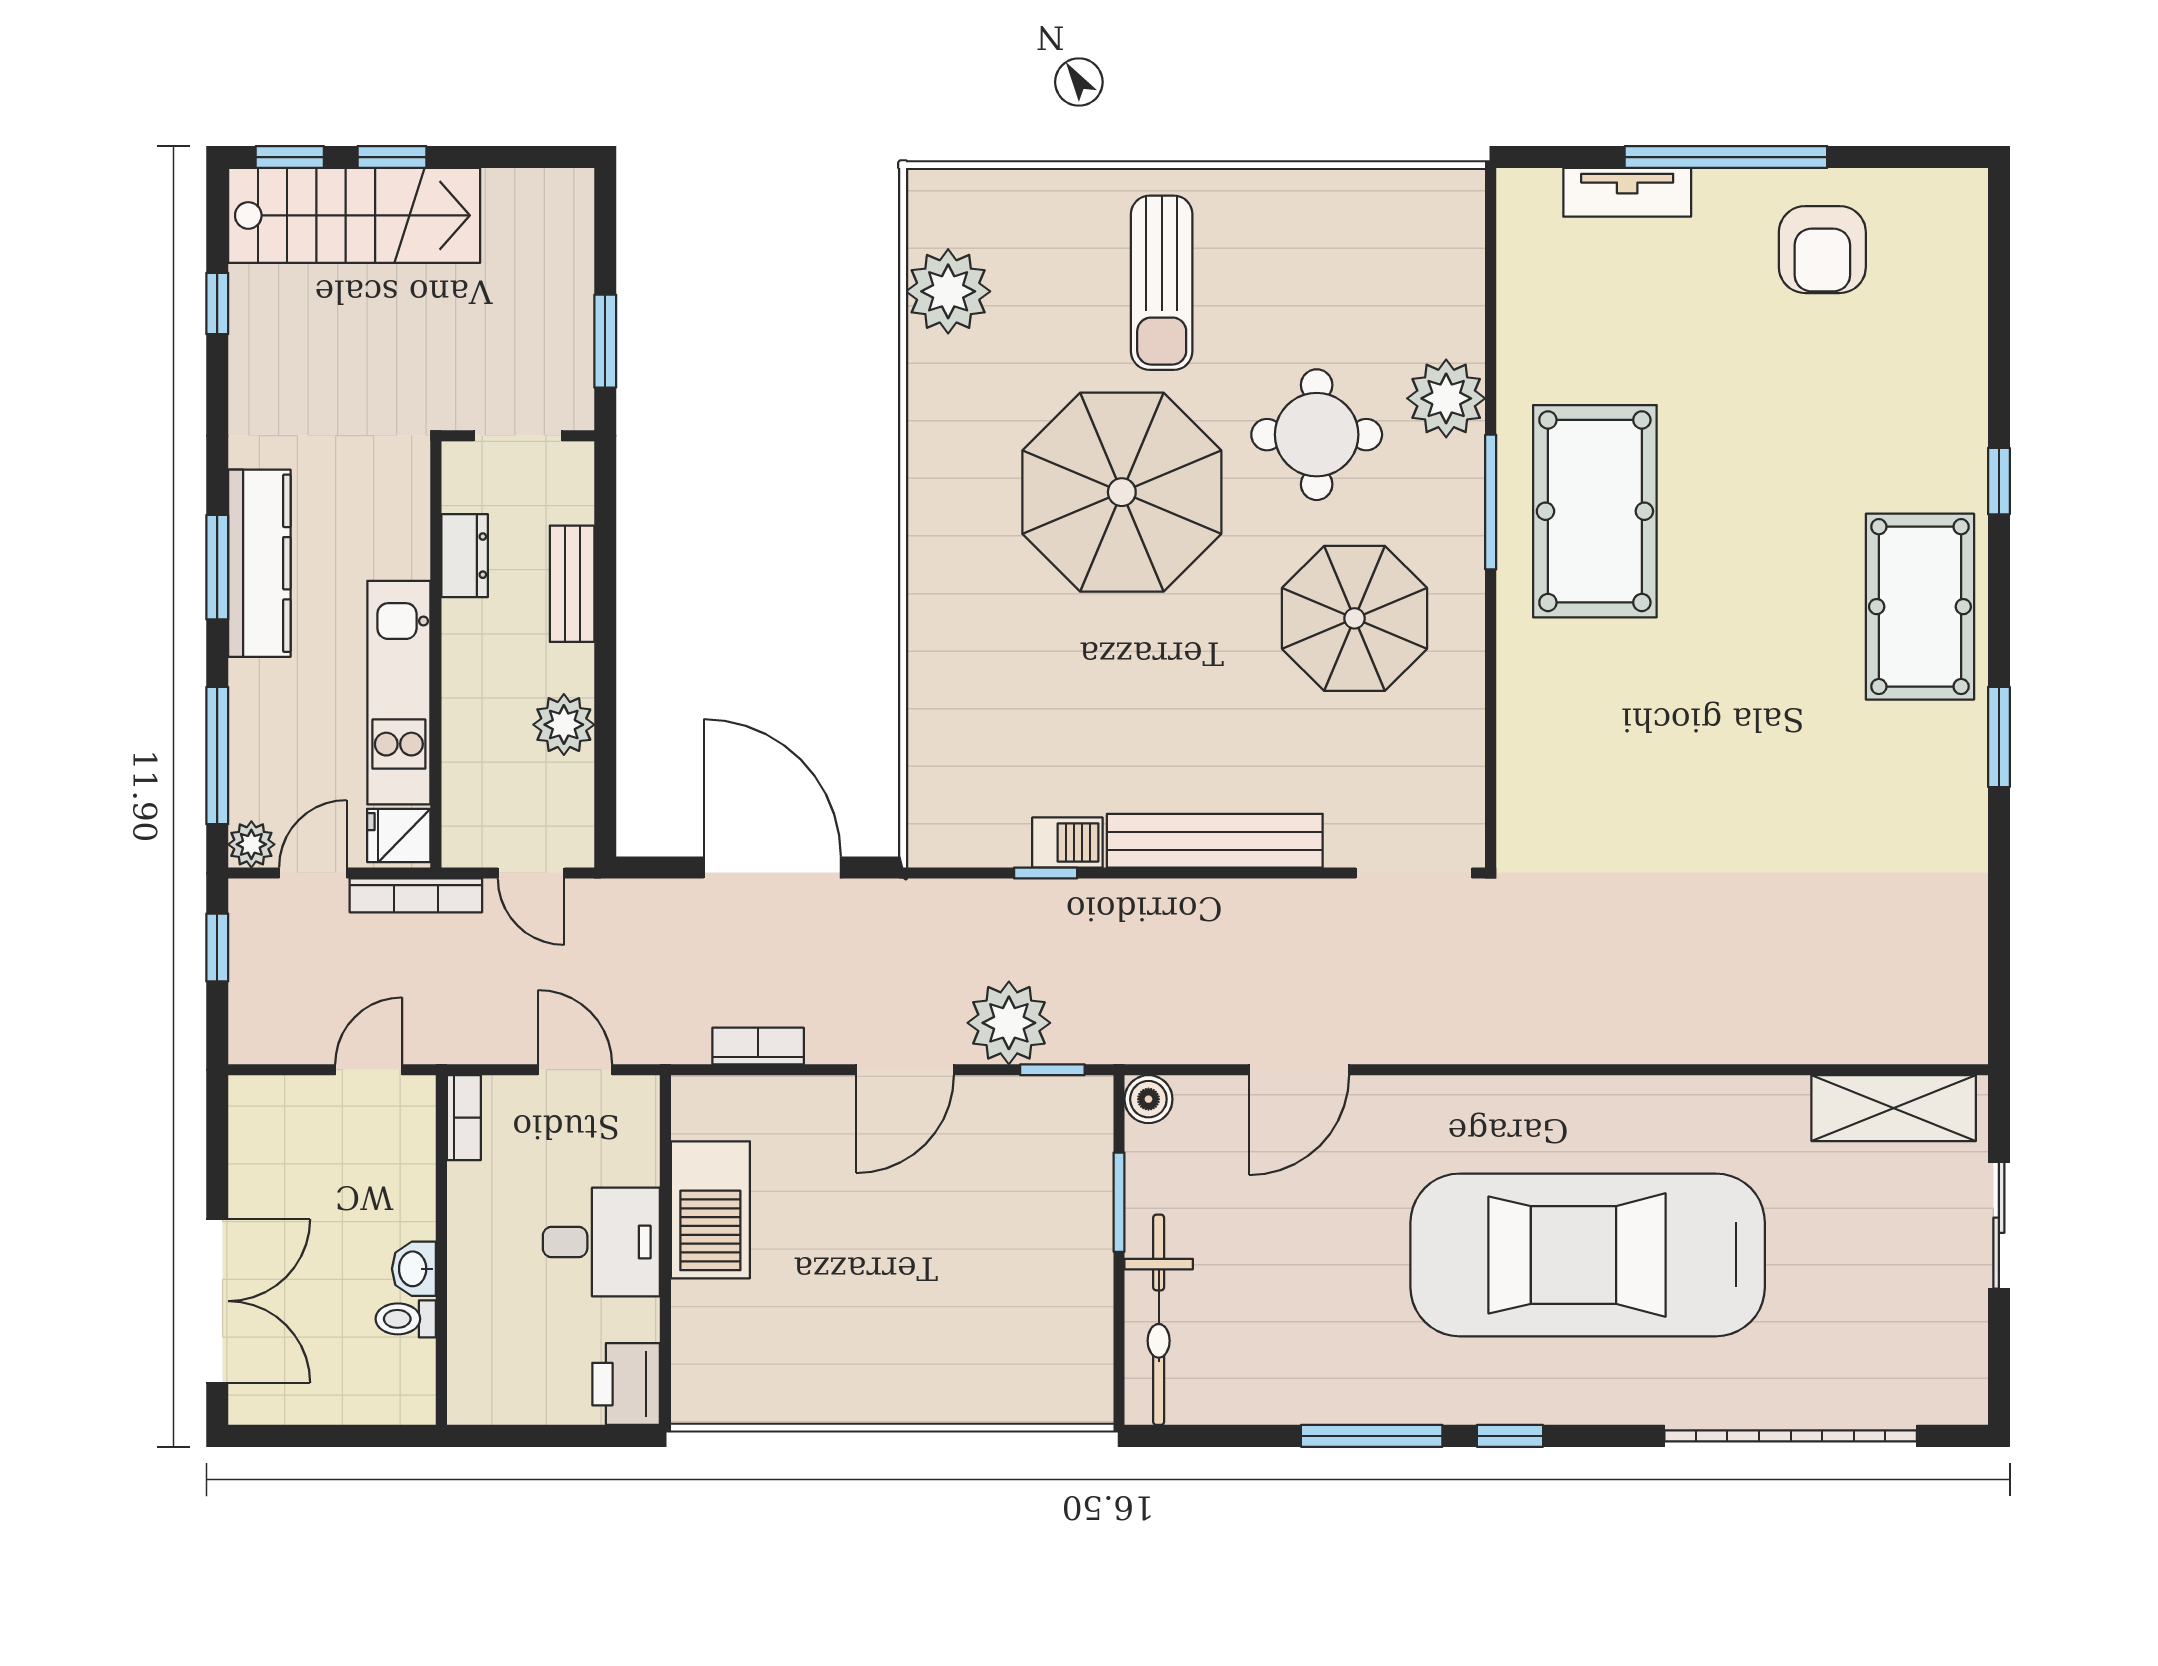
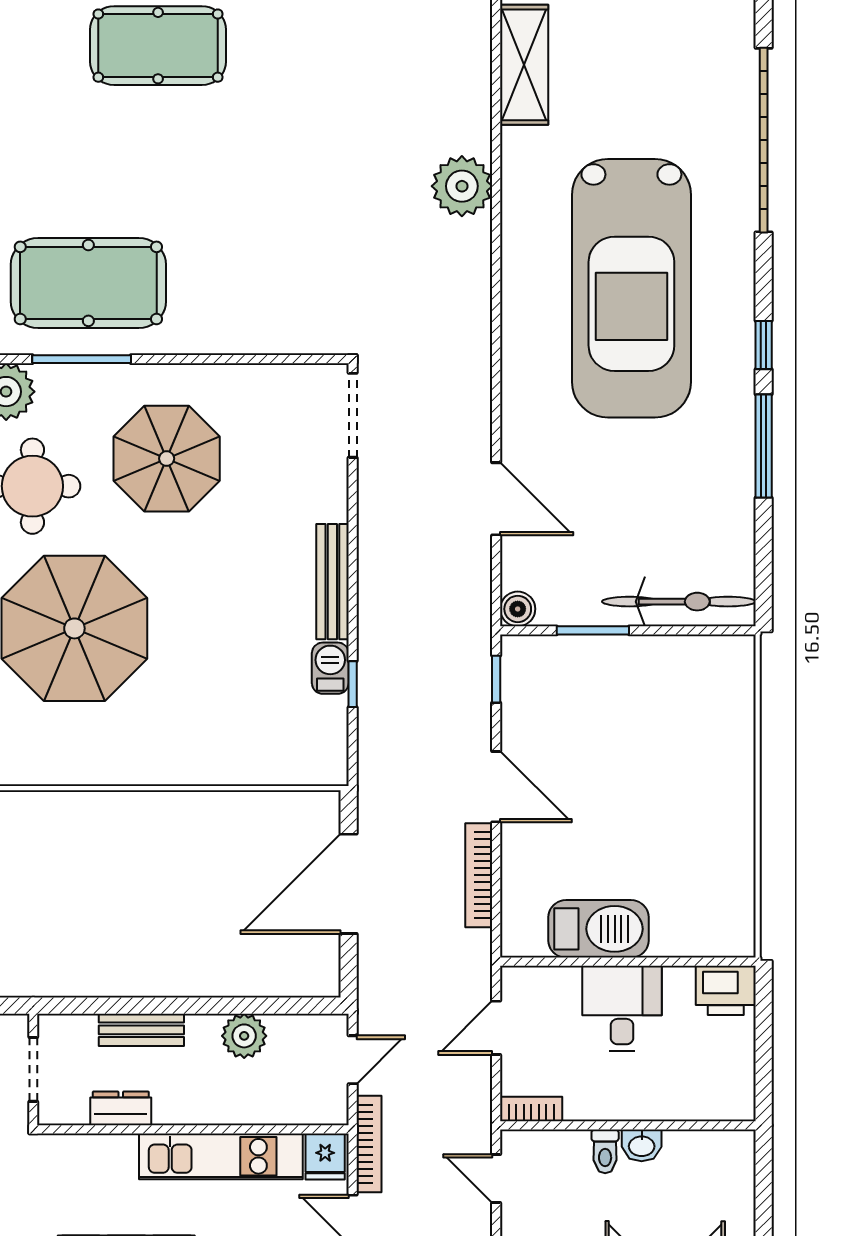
bench: (1215, 841) -> (332, 582), width x0.73, depth x0.82
plant: (1009, 1023) -> (462, 186), moved
bookcase: (758, 1046) -> (479, 875), width x1.56
toilet: (406, 1319) -> (605, 1151), moved

